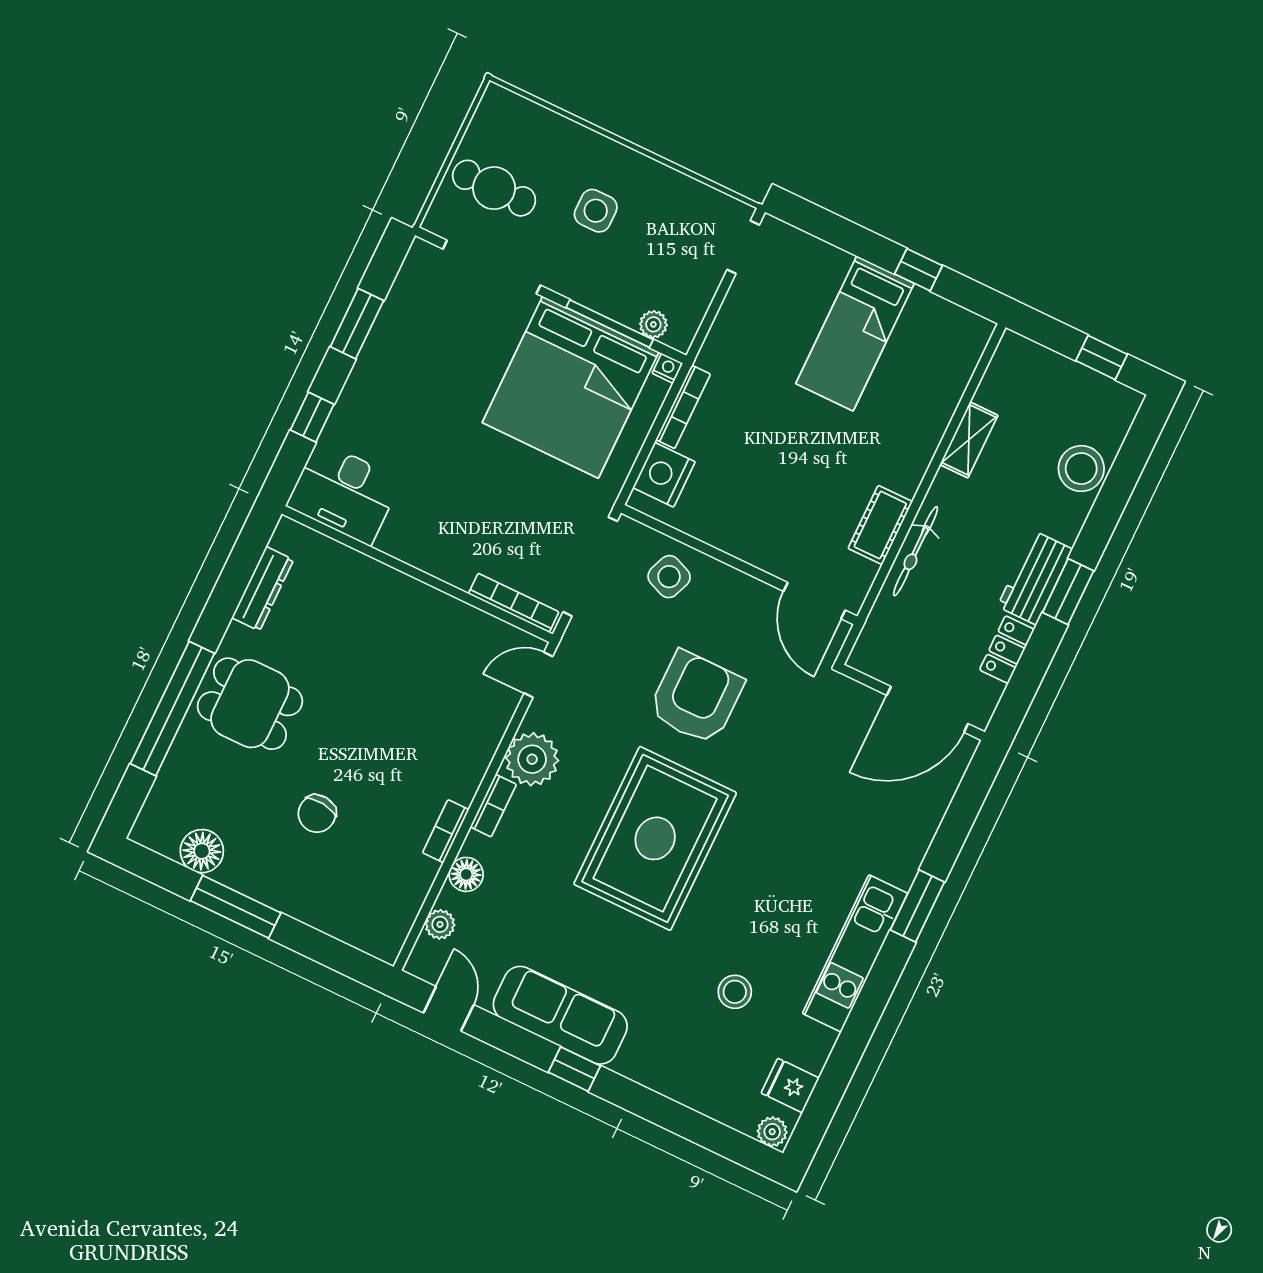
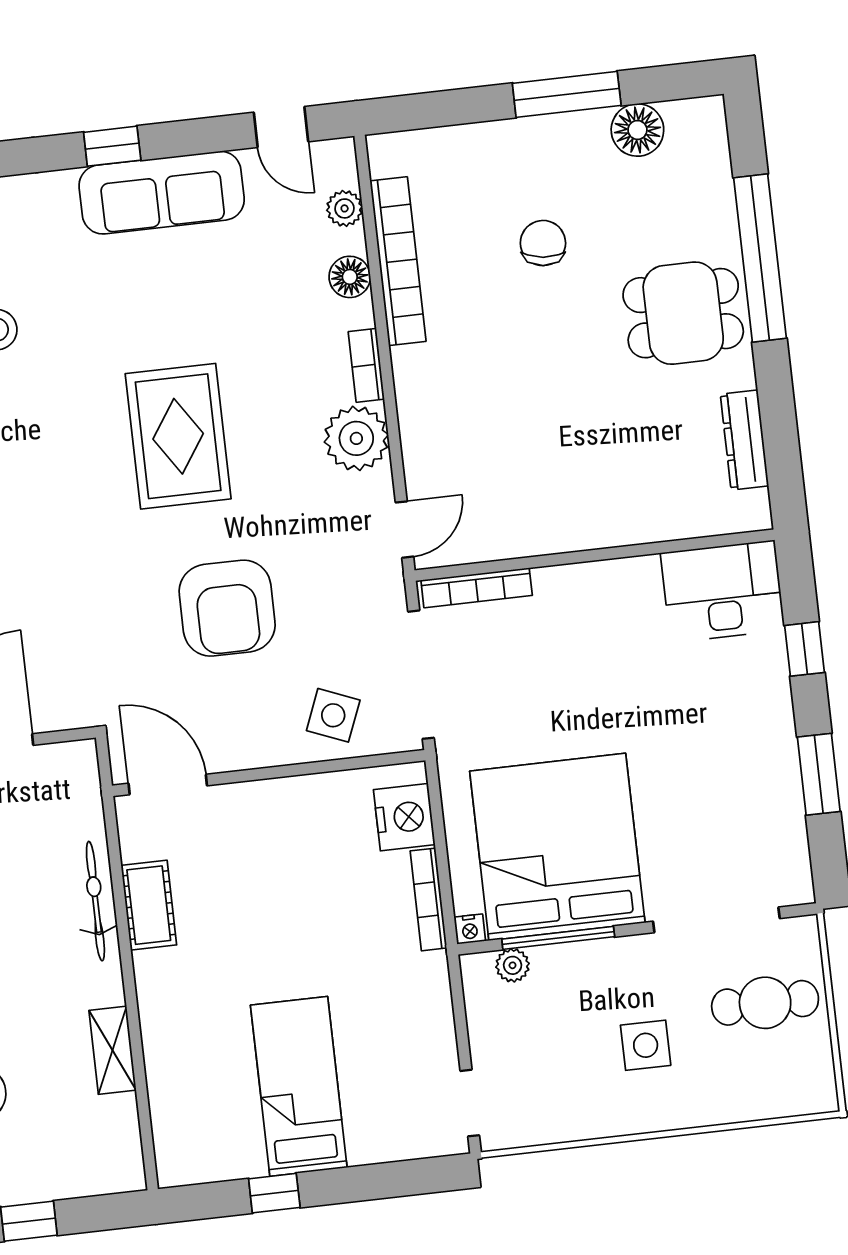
bookcase: (446, 831) -> (398, 261), width x2.31, depth x1.31
rug: (655, 838) -> (178, 436), width x0.73, depth x0.69

